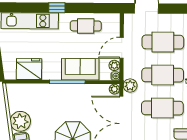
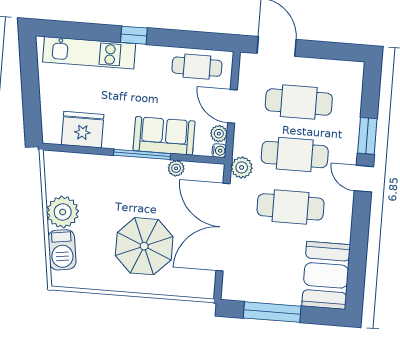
cafe table: (86, 26) -> (197, 67), moved
door: (122, 48) -> (232, 106), hinge flipped
plant: (114, 89) -> (176, 168), moved

